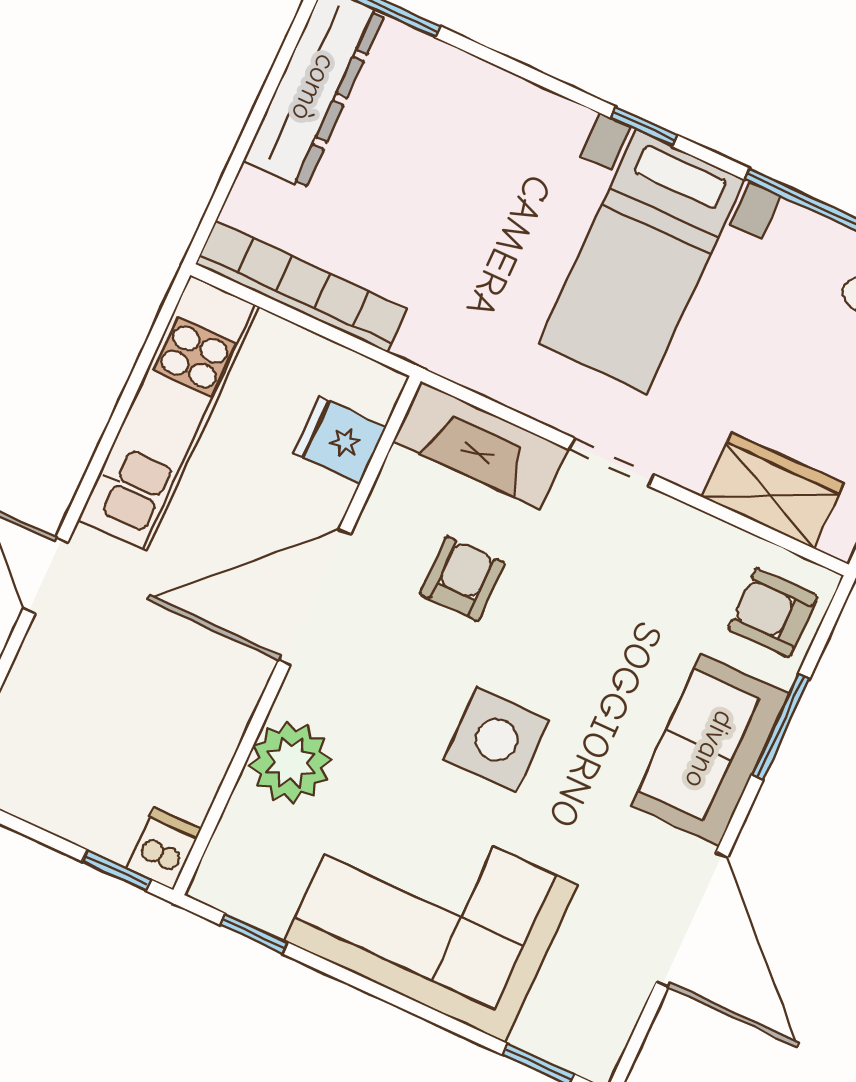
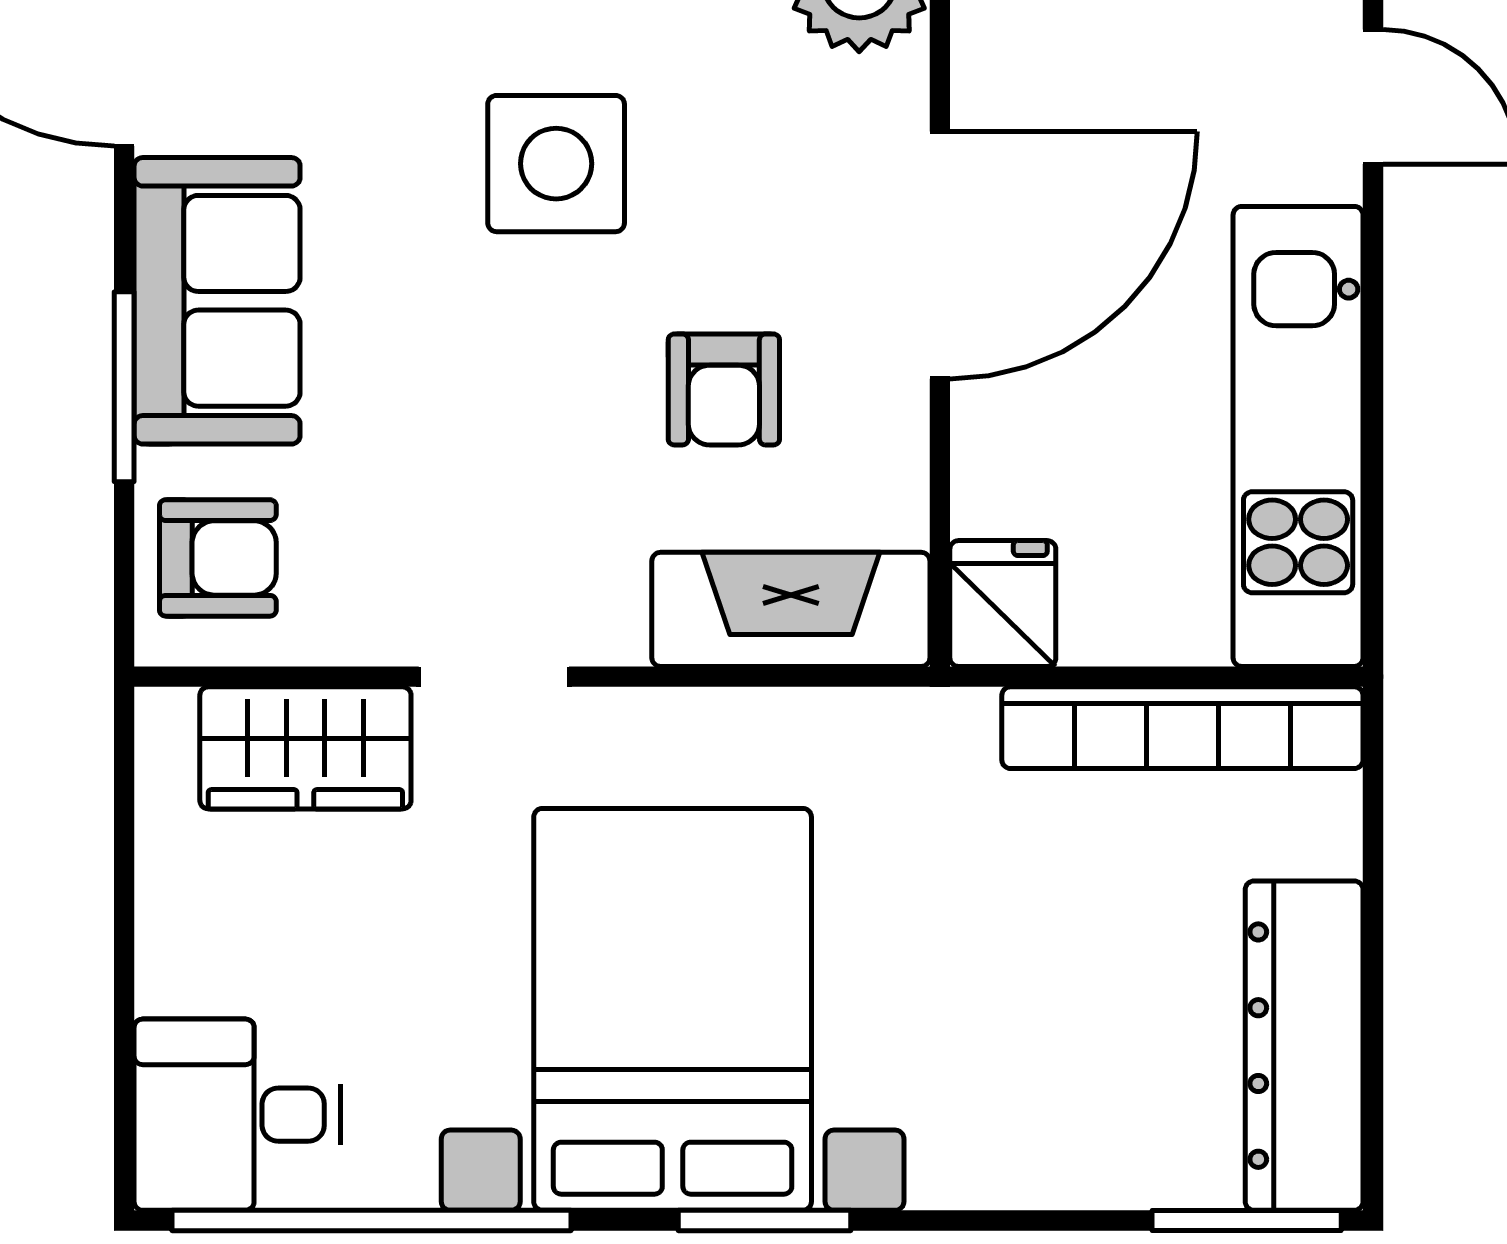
window: (644, 127) -> (764, 1220), width x1.50
bed with nightstands: (641, 261) -> (673, 1009), width x1.36
fridge: (340, 440) -> (1003, 603), moved, turned -90
doorway: (611, 462) -> (494, 677), moved

